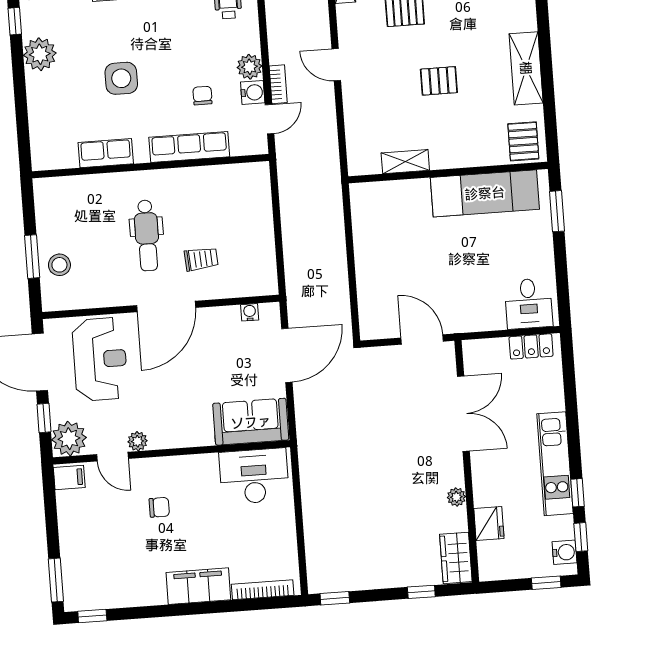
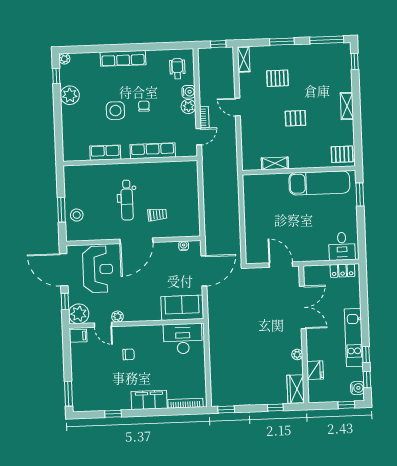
shelving: (526, 68) -> (347, 106), width x0.67, depth x0.75
water cooler: (253, 92) -> (189, 92), moved
chair: (202, 96) -> (144, 106), moved
pallet: (523, 141) -> (342, 154), turned 90
window: (92, 616) -> (113, 414), moved

